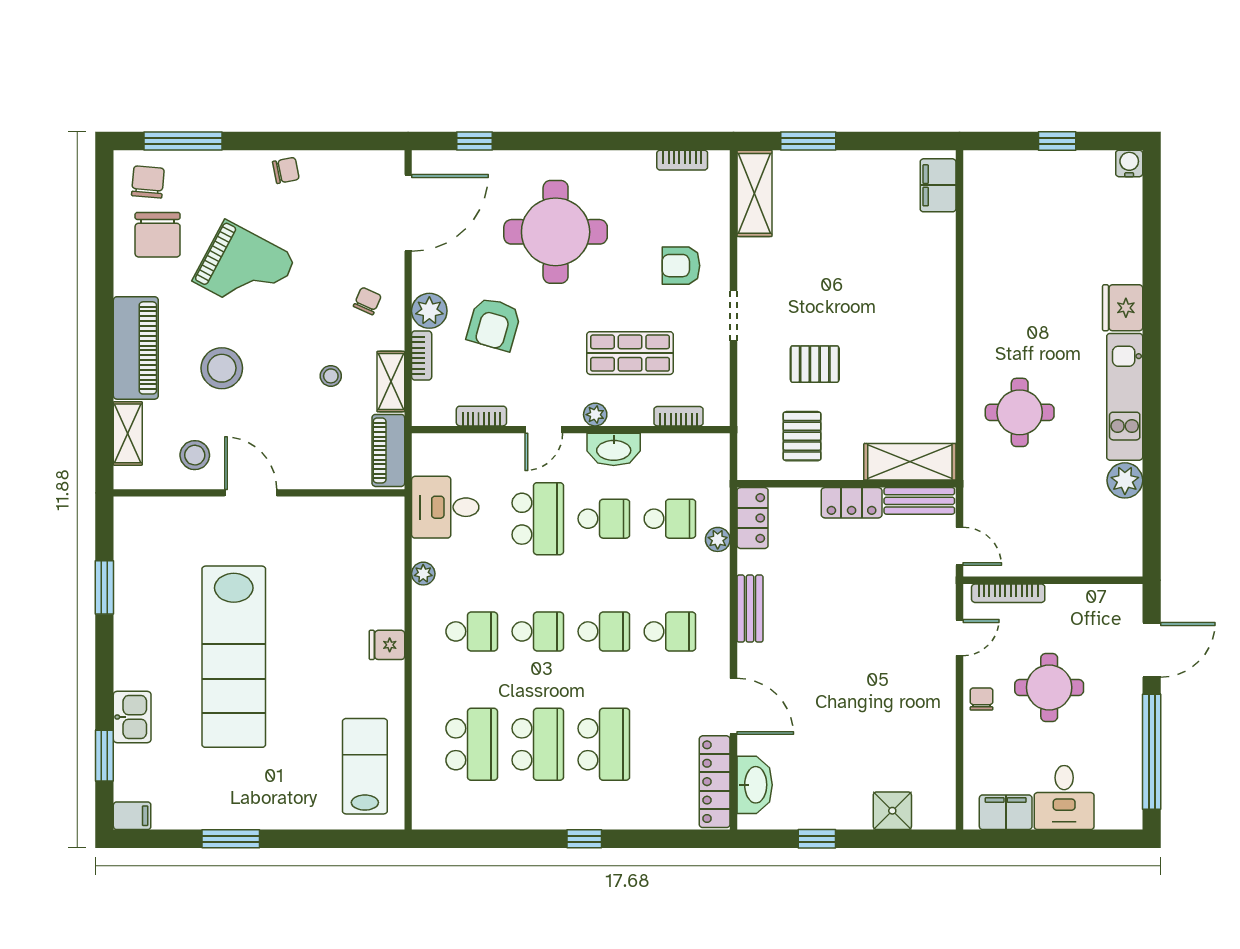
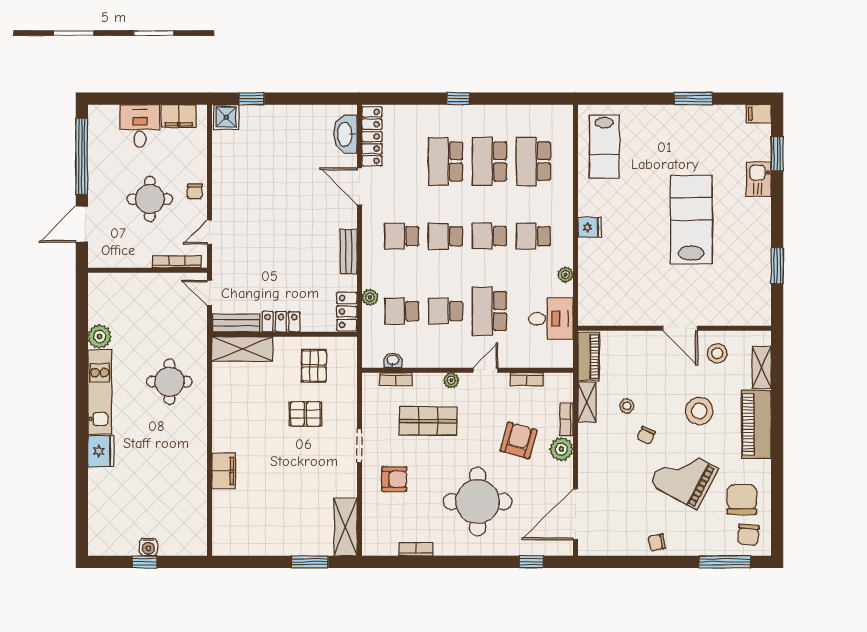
bookcase: (682, 160) -> (416, 549), moved
water cooler: (1129, 163) -> (148, 547), moved
filing cabinet: (938, 185) -> (224, 471), moved
chair: (367, 301) -> (646, 435), moved
washbasin: (614, 449) -> (393, 360), moved, width x0.52, depth x0.69
lab bench: (234, 657) -> (691, 219), width x0.73
shower: (892, 811) -> (226, 117), moved
window: (817, 839) -> (252, 99), moved

